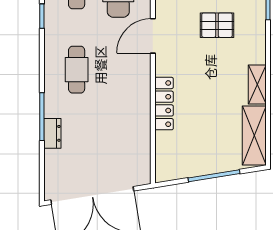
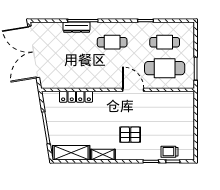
pallet: (217, 25) -> (130, 135), moved, turned 90
locker: (164, 104) -> (76, 97), moved
dresser: (52, 133) -> (77, 27), width x1.44

